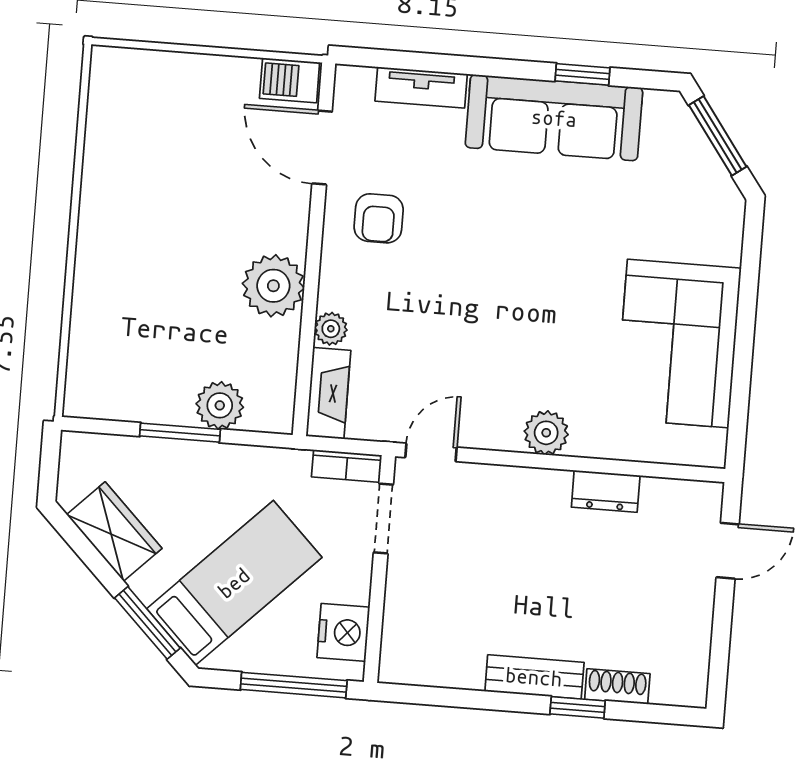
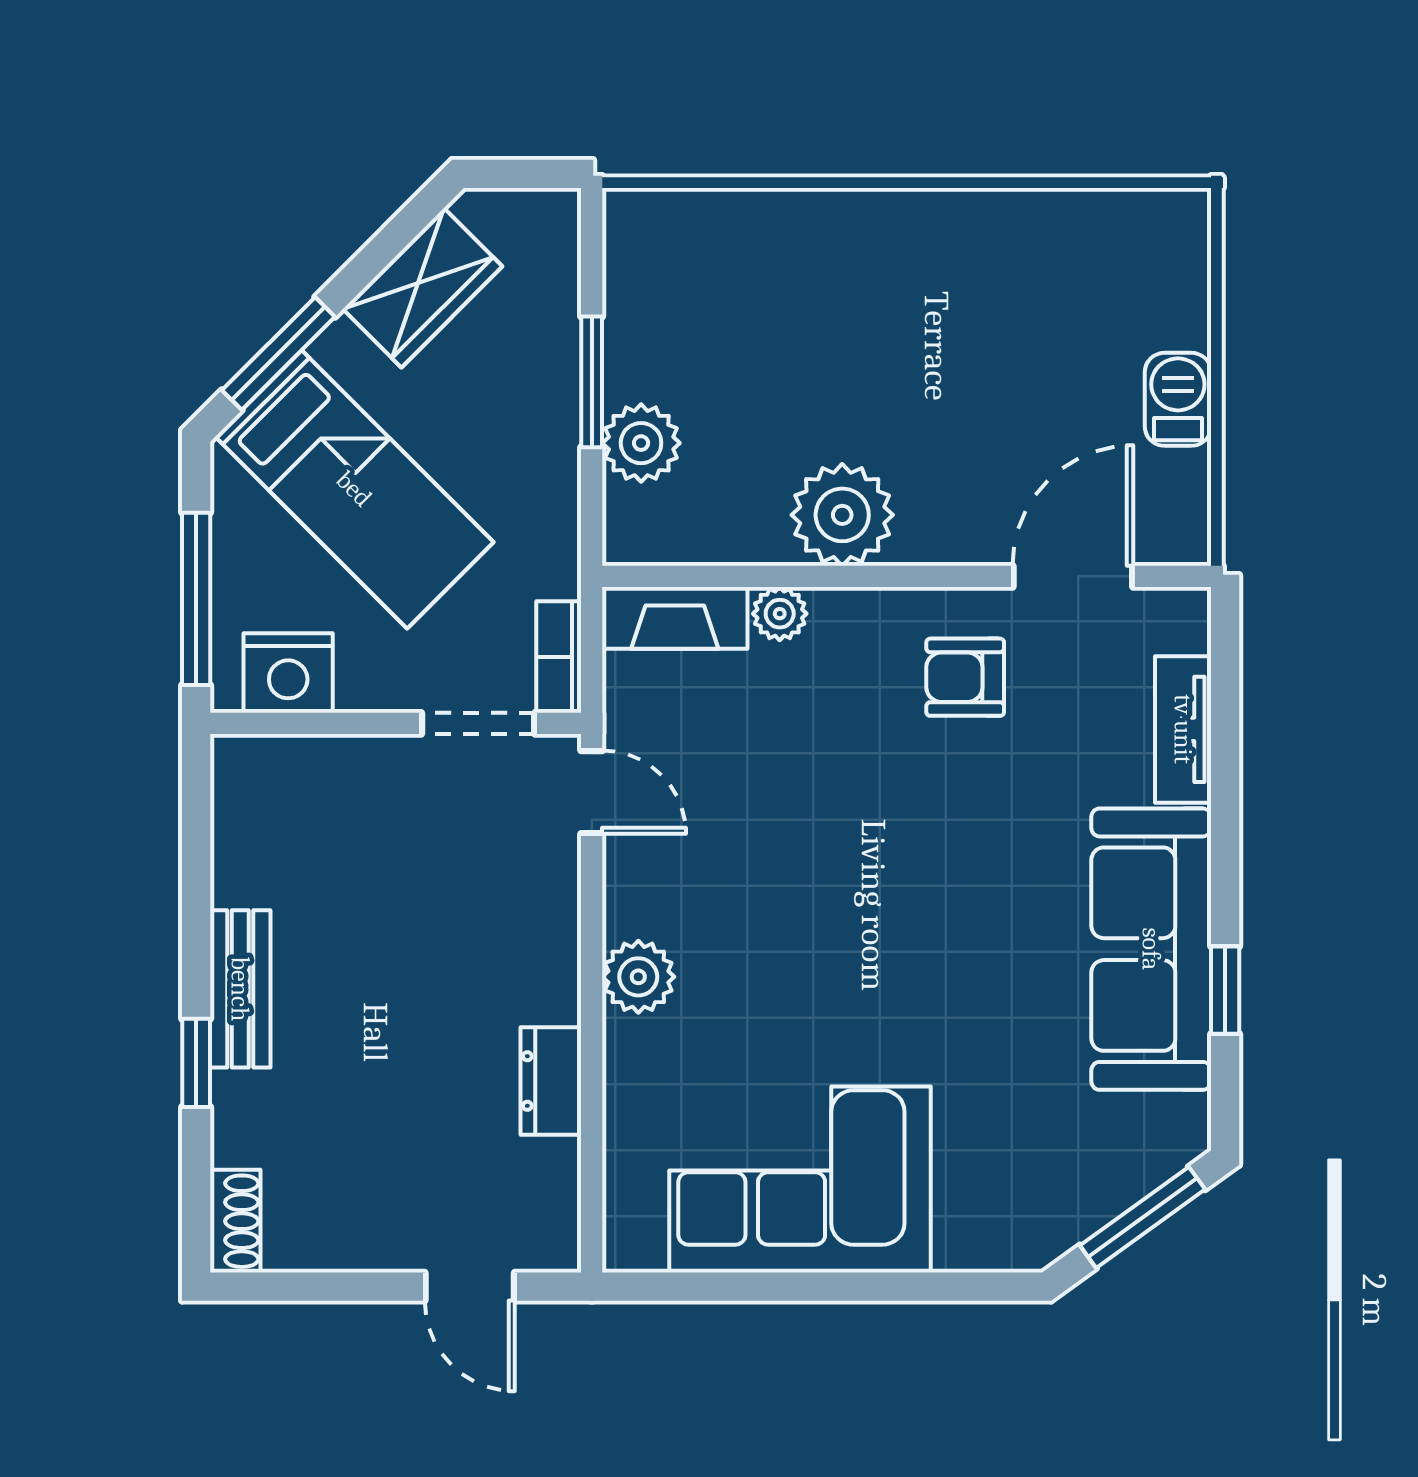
barbecue: (290, 80) -> (1178, 399), moved
shoe rack: (617, 686) -> (235, 1221), moved

